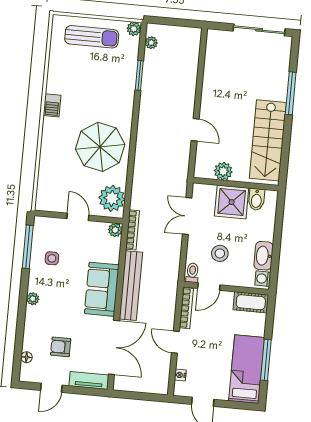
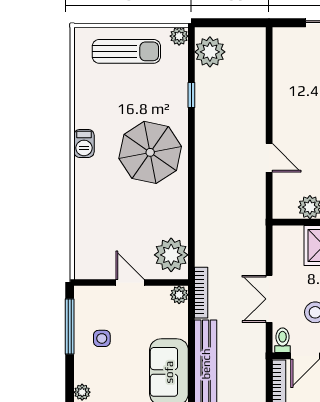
plant: (151, 43) -> (210, 52), width x1.88, depth x1.88
window: (139, 75) -> (191, 95), width x0.67
parasol: (100, 147) -> (150, 152), moved
double door: (187, 216) -> (269, 299), moved

